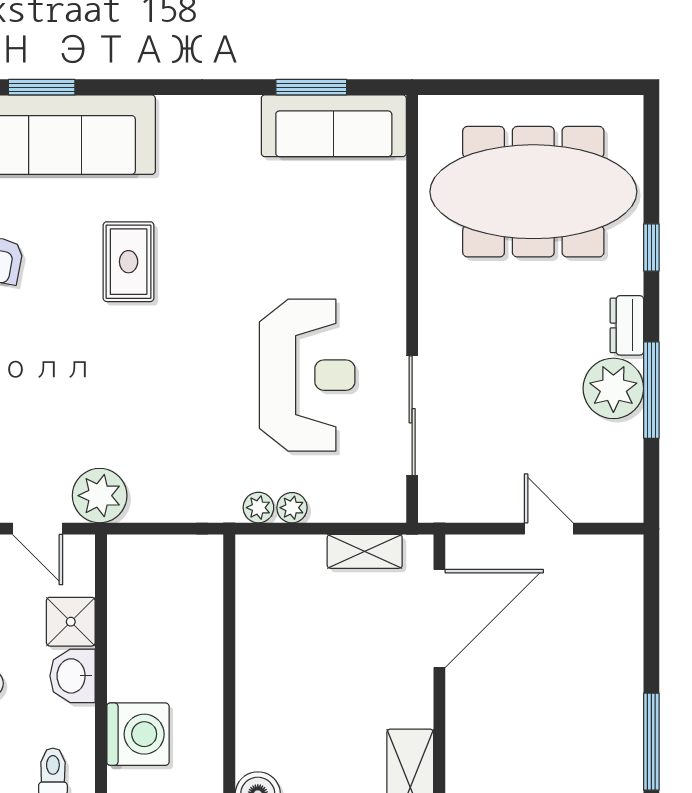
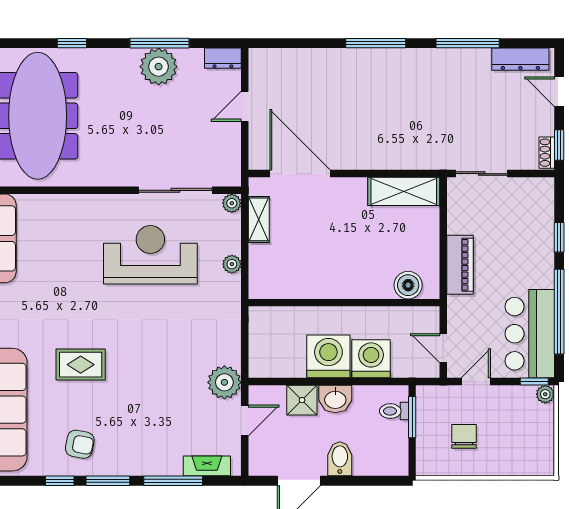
dresser: (627, 325) -> (223, 58), moved
plant: (258, 508) -> (232, 203), moved
washing machine: (142, 665) -> (328, 356), added

